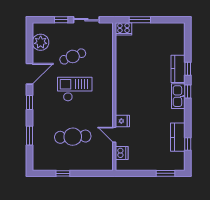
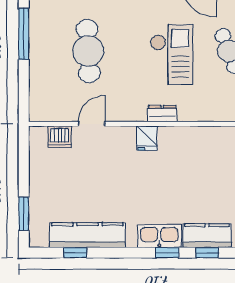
dresser: (108, 94) -> (162, 114), added
fridge: (122, 121) -> (147, 138), moved
kitchen counter: (178, 137) -> (88, 235), width x1.50
window: (63, 173) -> (24, 34), width x2.17

